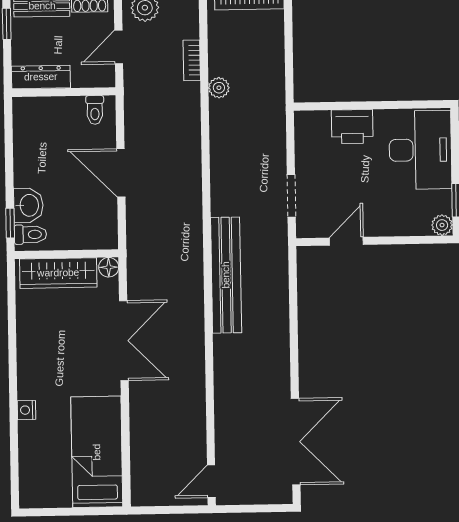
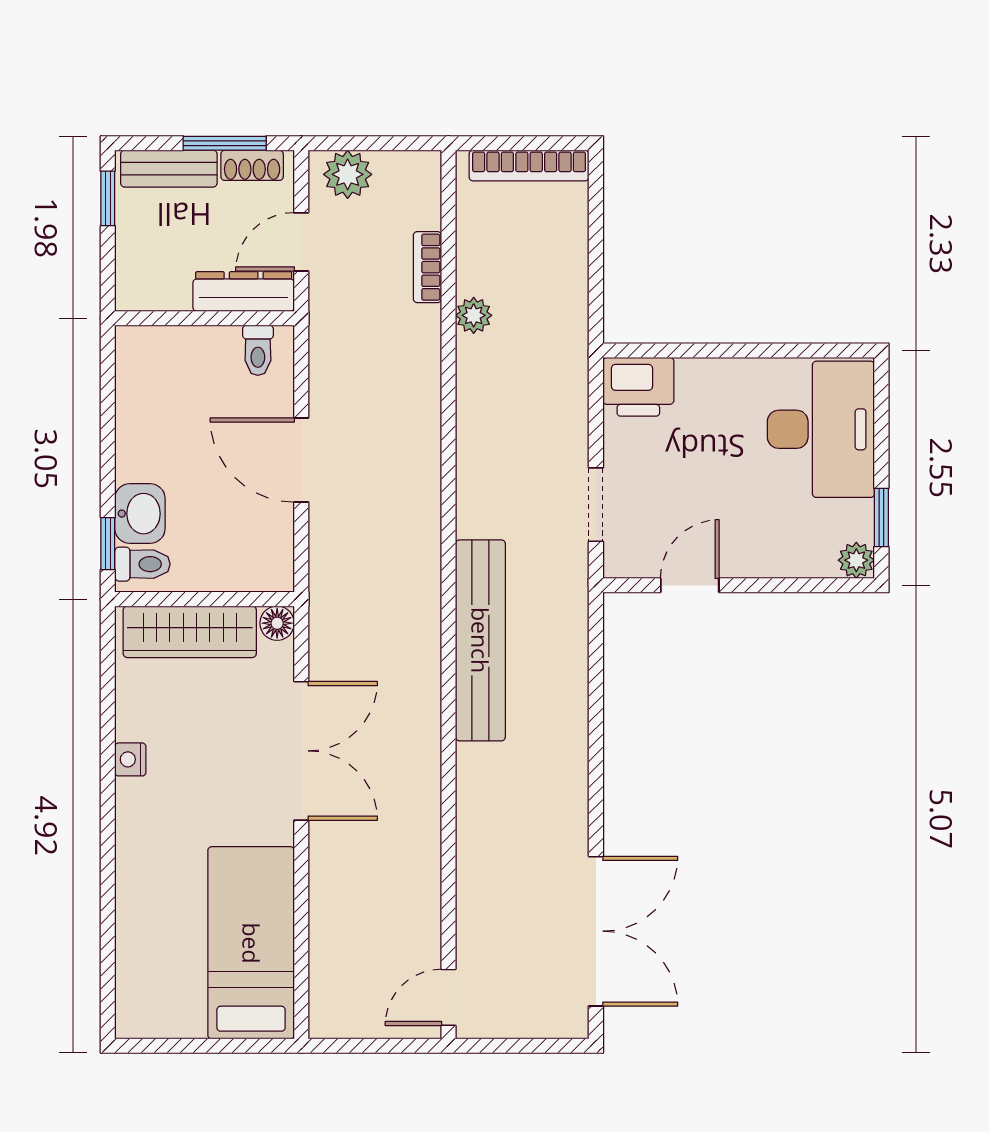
dresser: (41, 77) -> (244, 292), moved
printer: (352, 127) -> (638, 387), moved
nightstand: (26, 410) -> (130, 759), moved

